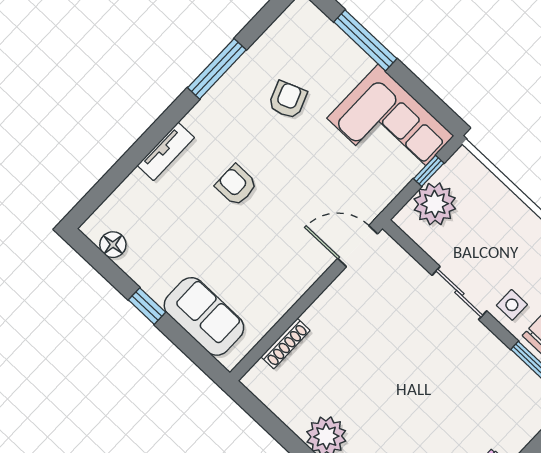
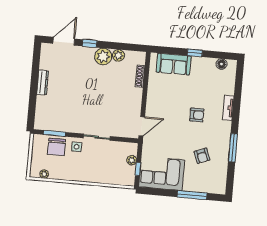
plant: (435, 204) -> (132, 160), width x0.53, depth x0.53
plant: (296, 415) -> (118, 55), added

